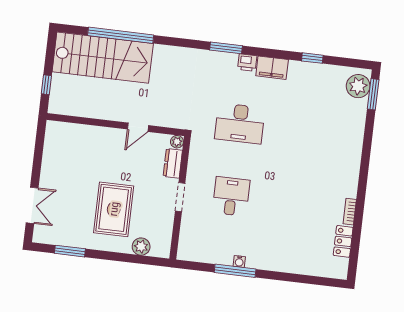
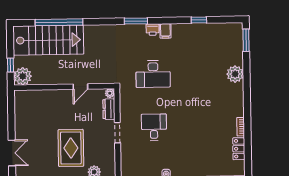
filing cabinet: (272, 68) -> (165, 31), width x0.50
plant: (358, 86) -> (235, 74), moved
plant: (61, 102) -> (23, 76), added

